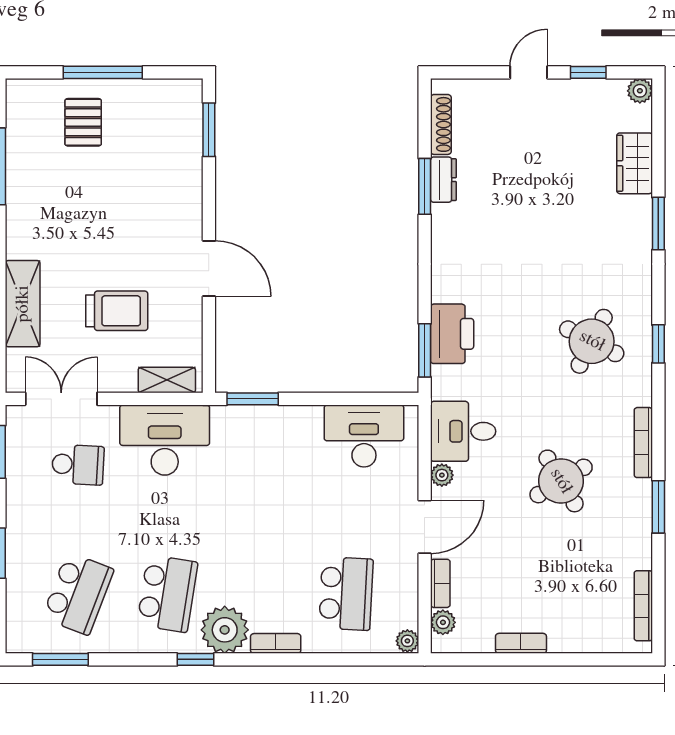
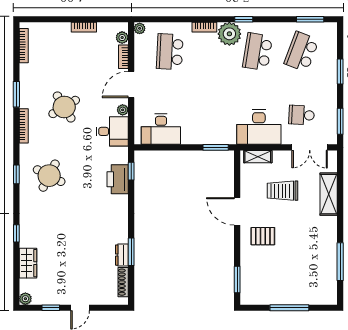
pallet: (83, 122) -> (263, 236), moved, turned 90
window: (658, 224) -> (16, 233), width x0.67
window: (425, 350) -> (131, 171), width x0.67

